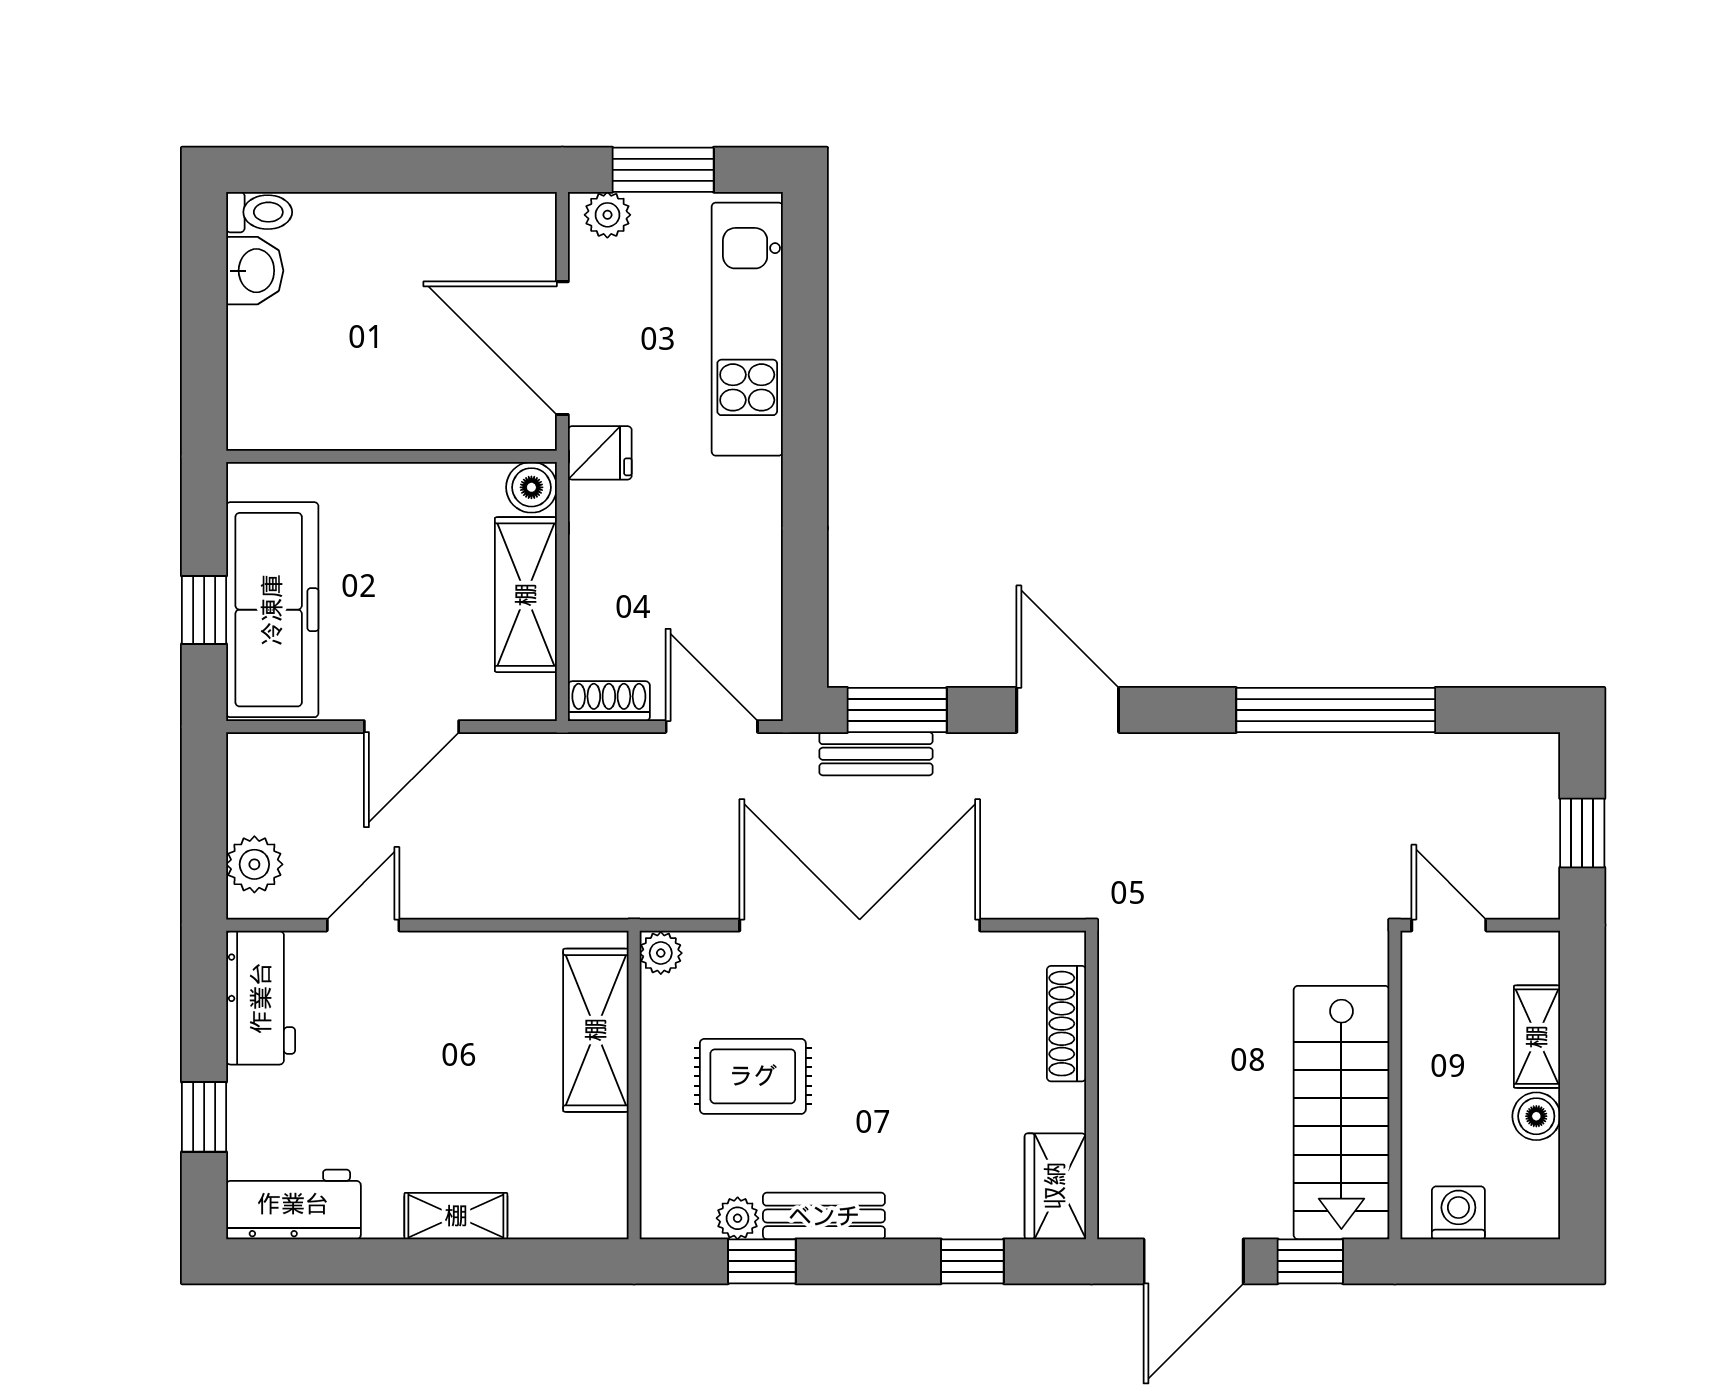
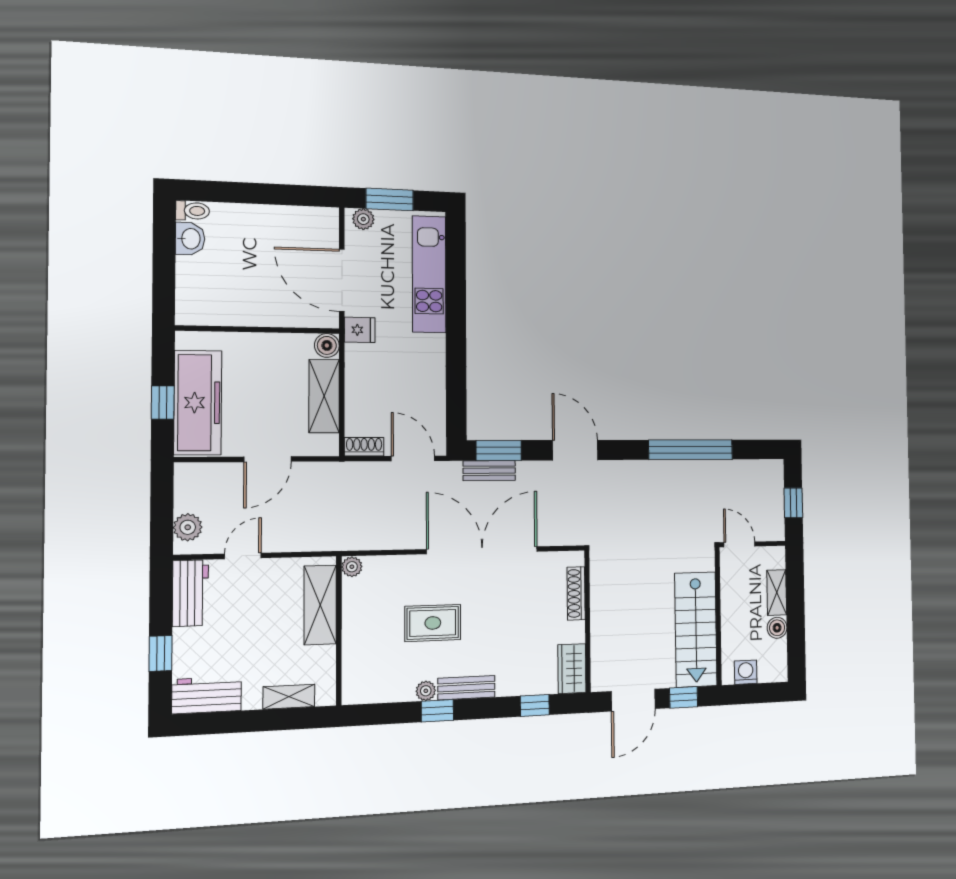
plant: (661, 953) -> (352, 567), moved
shelving: (596, 1030) -> (320, 605), moved
wall: (634, 1085) -> (339, 631), moved

